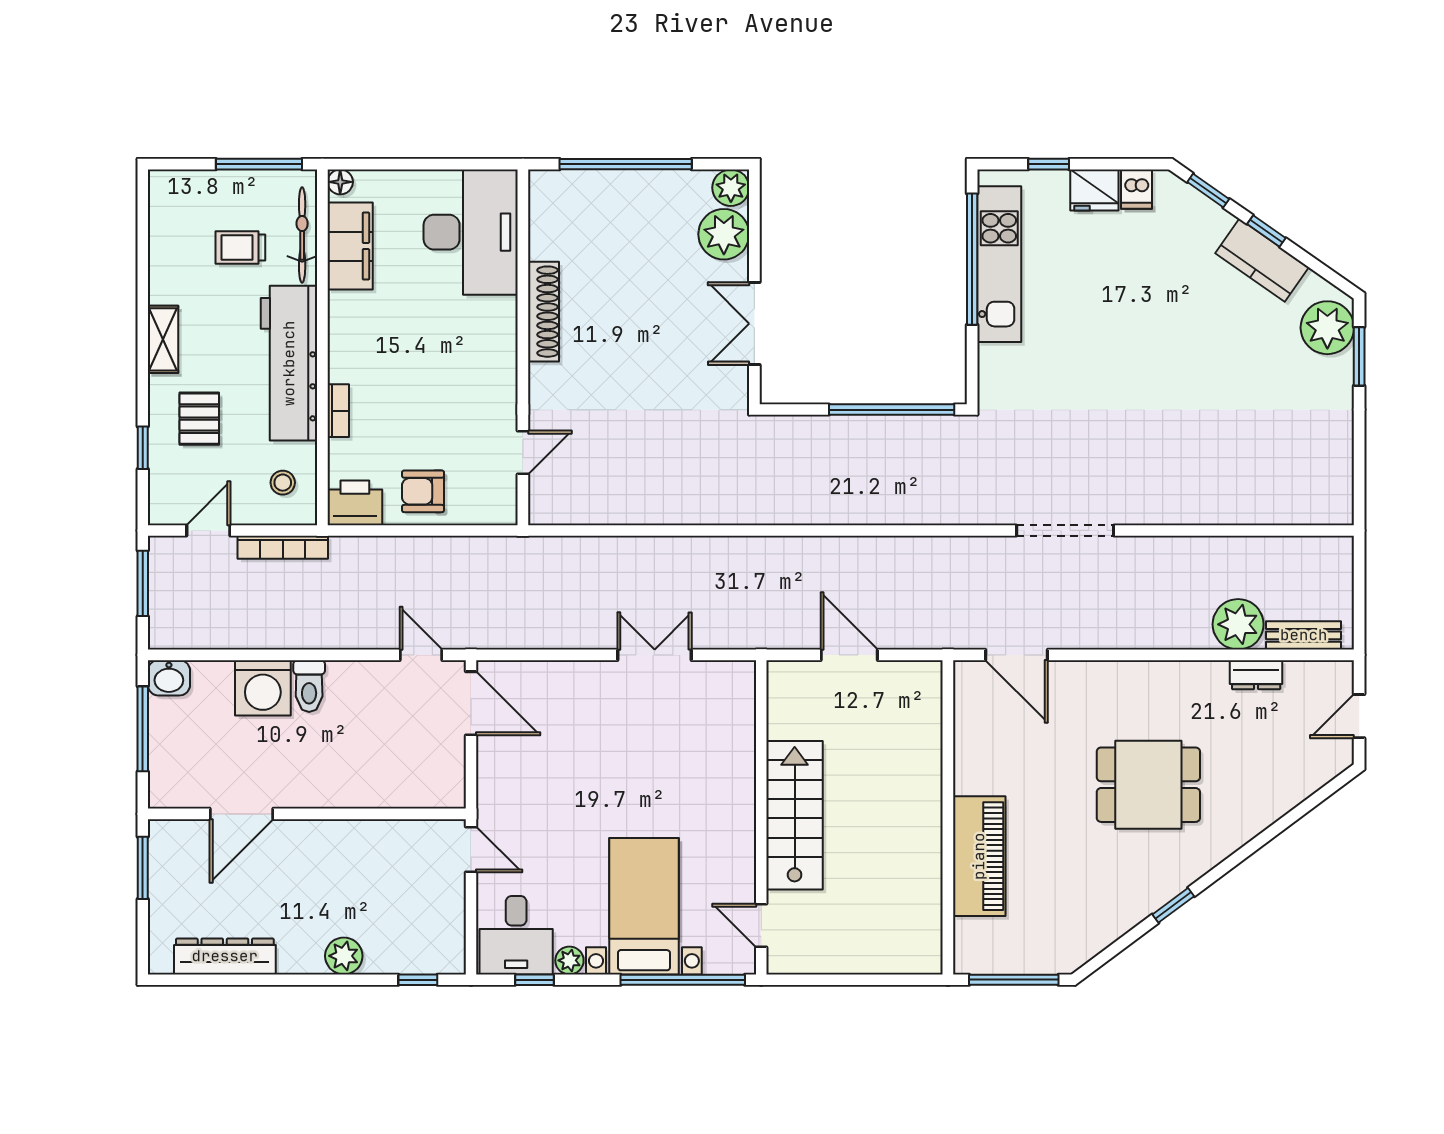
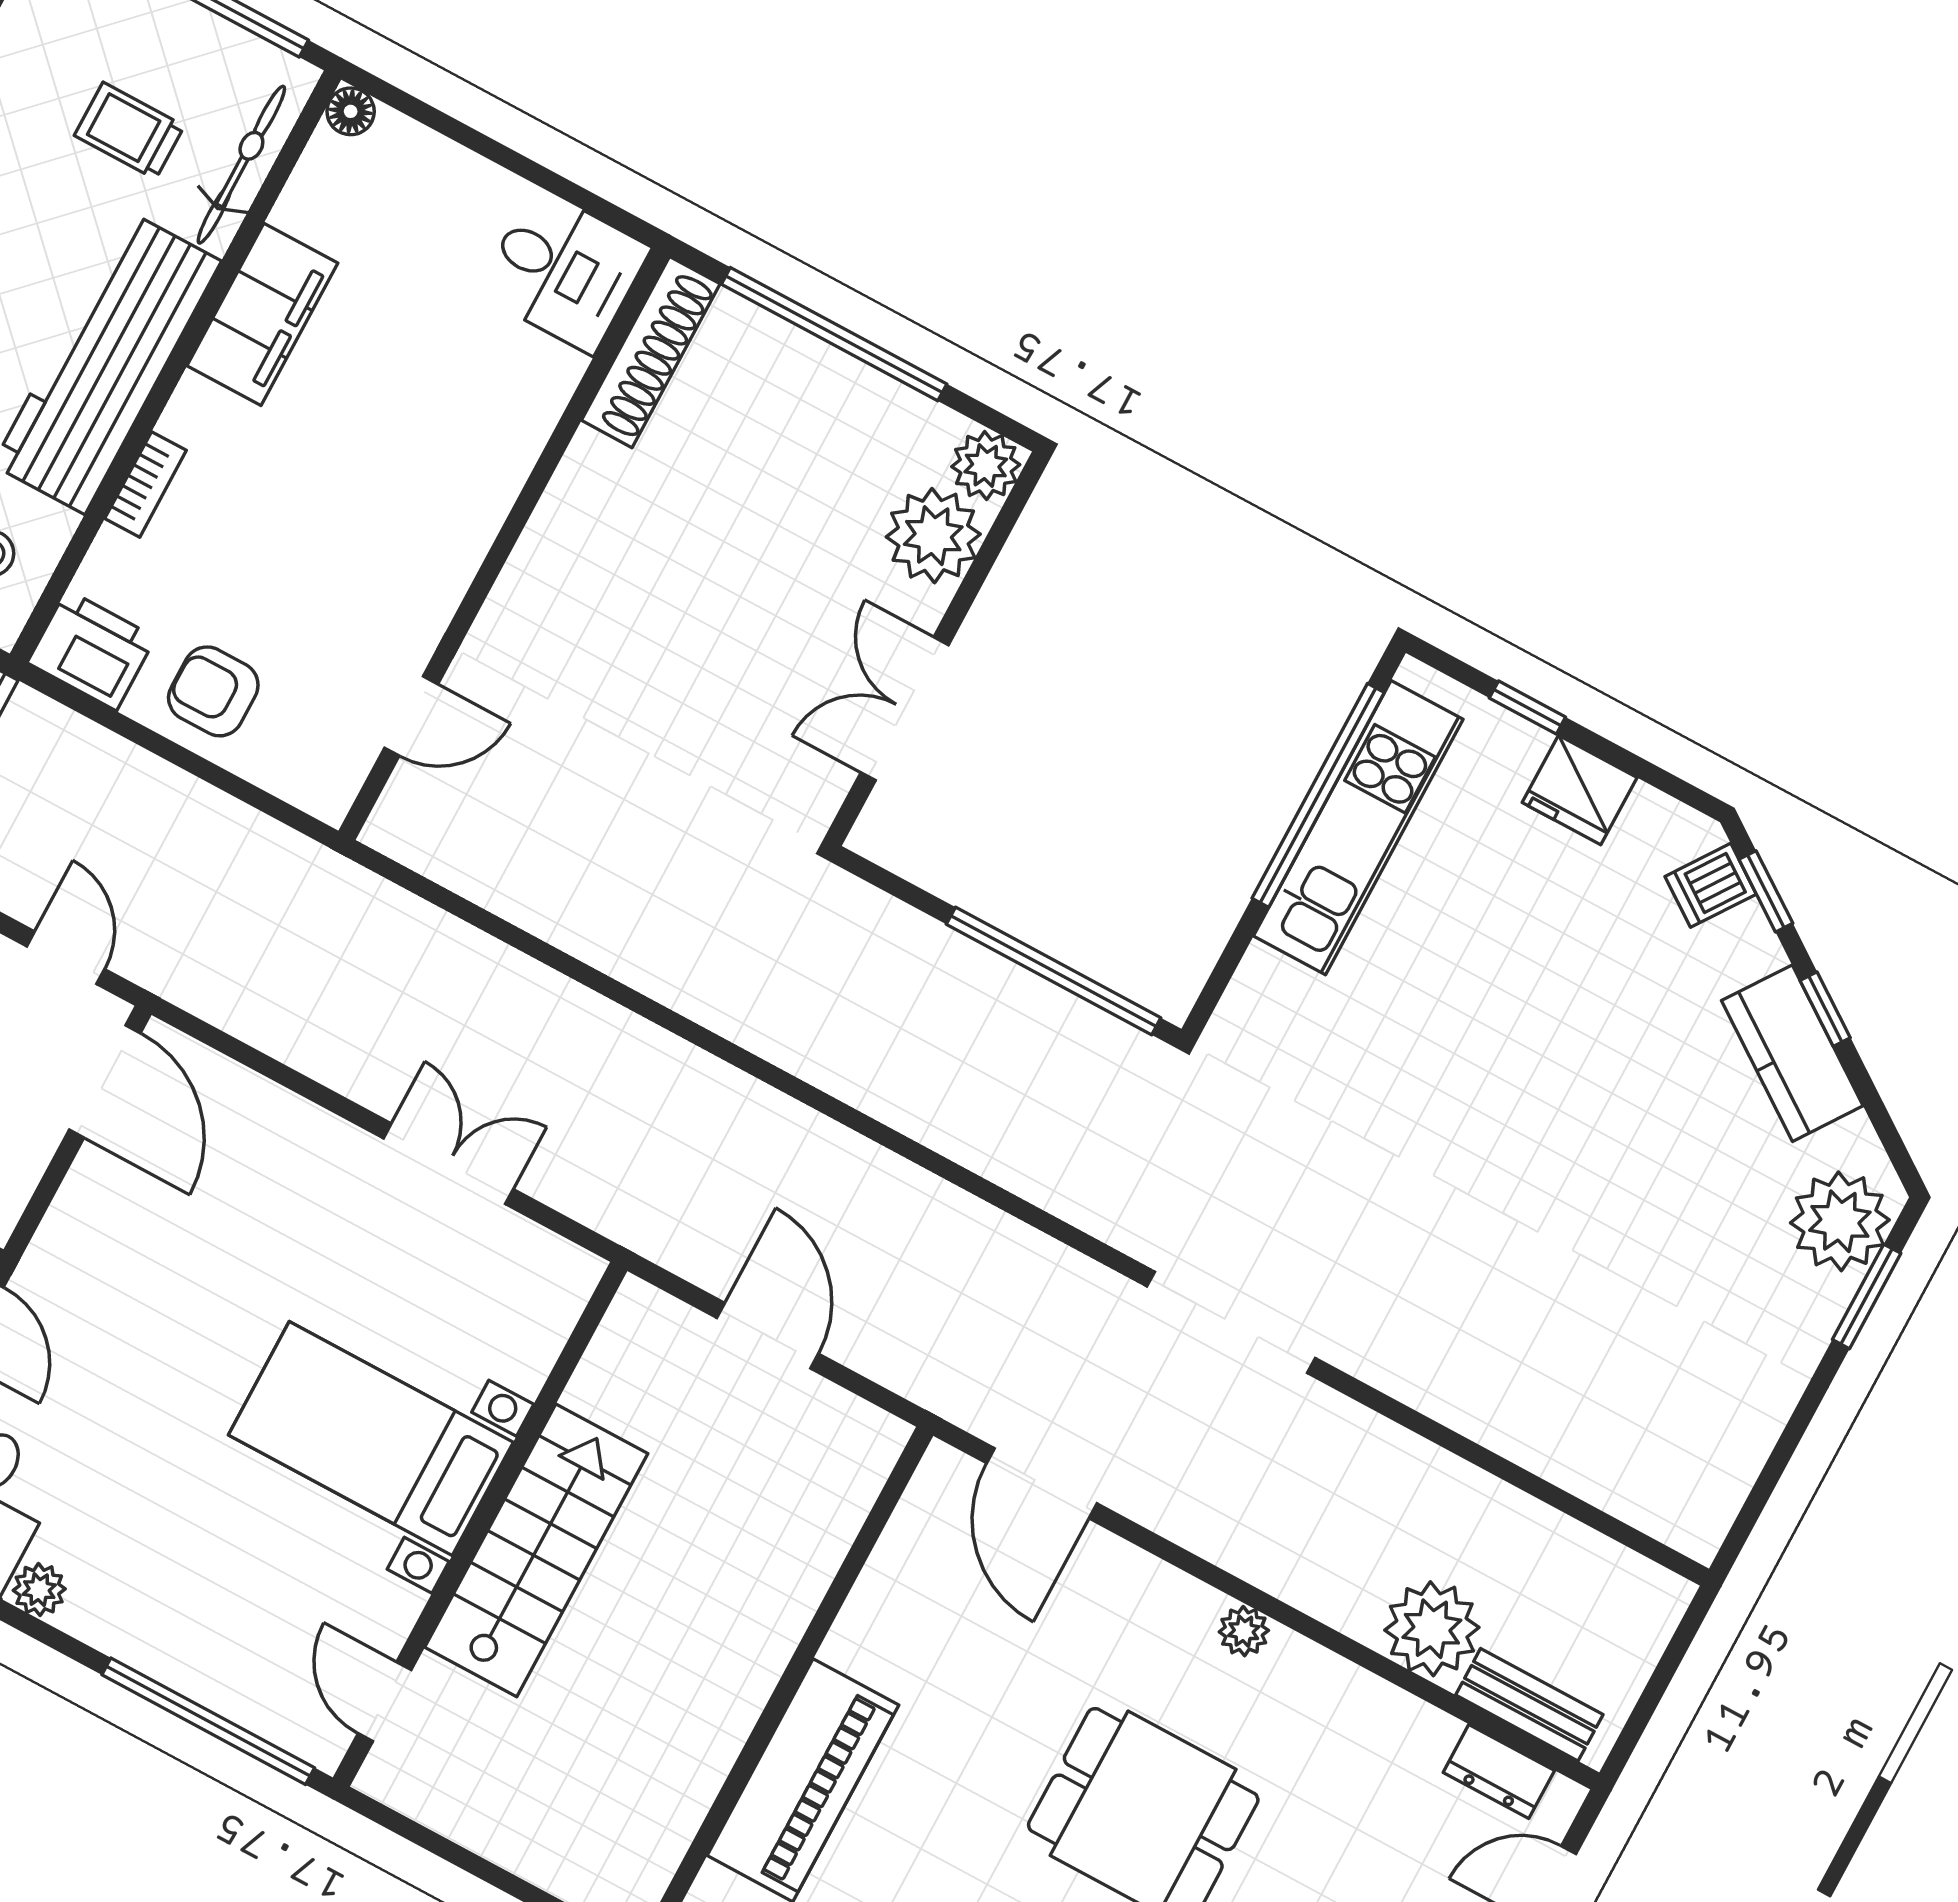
dishwasher: (1136, 189) -> (1711, 885), moved, turned 35
desk: (471, 232) -> (564, 270), width x0.53, depth x0.77
filing cabinet: (350, 246) -> (262, 314), moved
shoe rack: (543, 312) -> (651, 352), moved
plant: (1150, 673) -> (1244, 1631), added
dresser: (1256, 675) -> (1499, 1771), moved
bed with nightstands: (644, 906) -> (371, 1439), moved, turned -90

